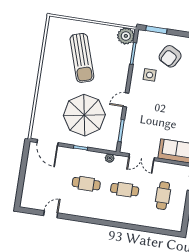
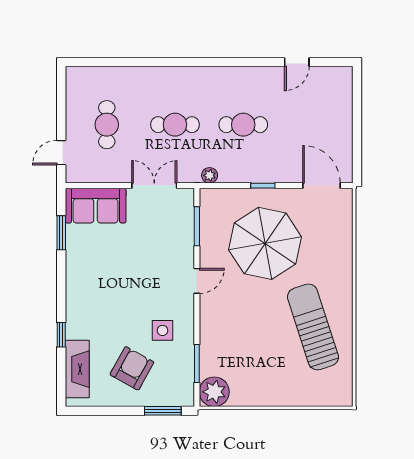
sun lounger: (82, 58) -> (313, 327), moved

